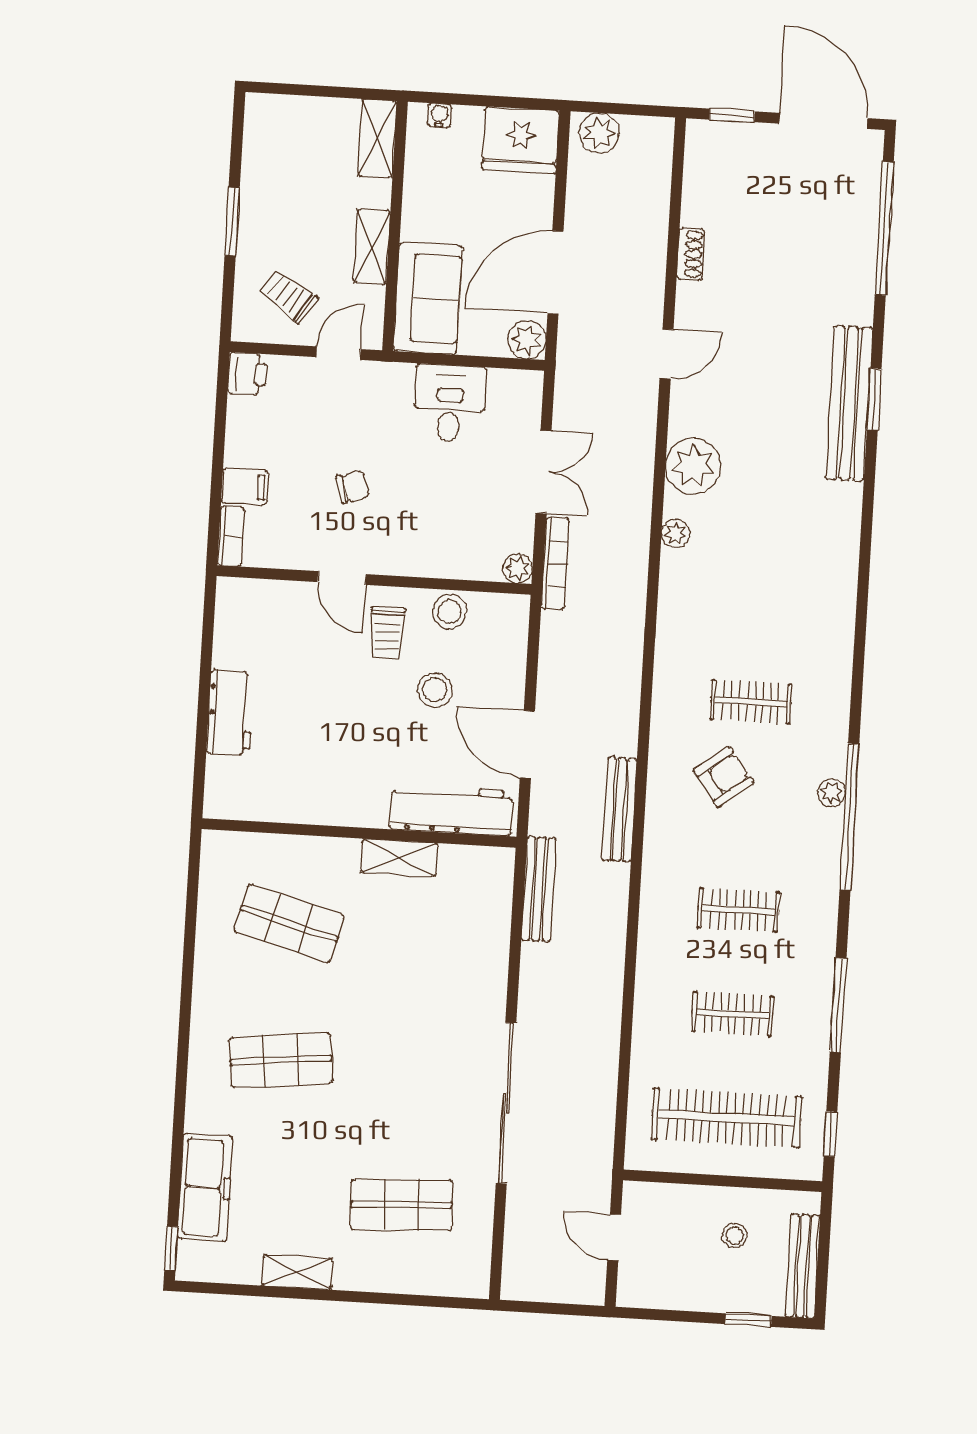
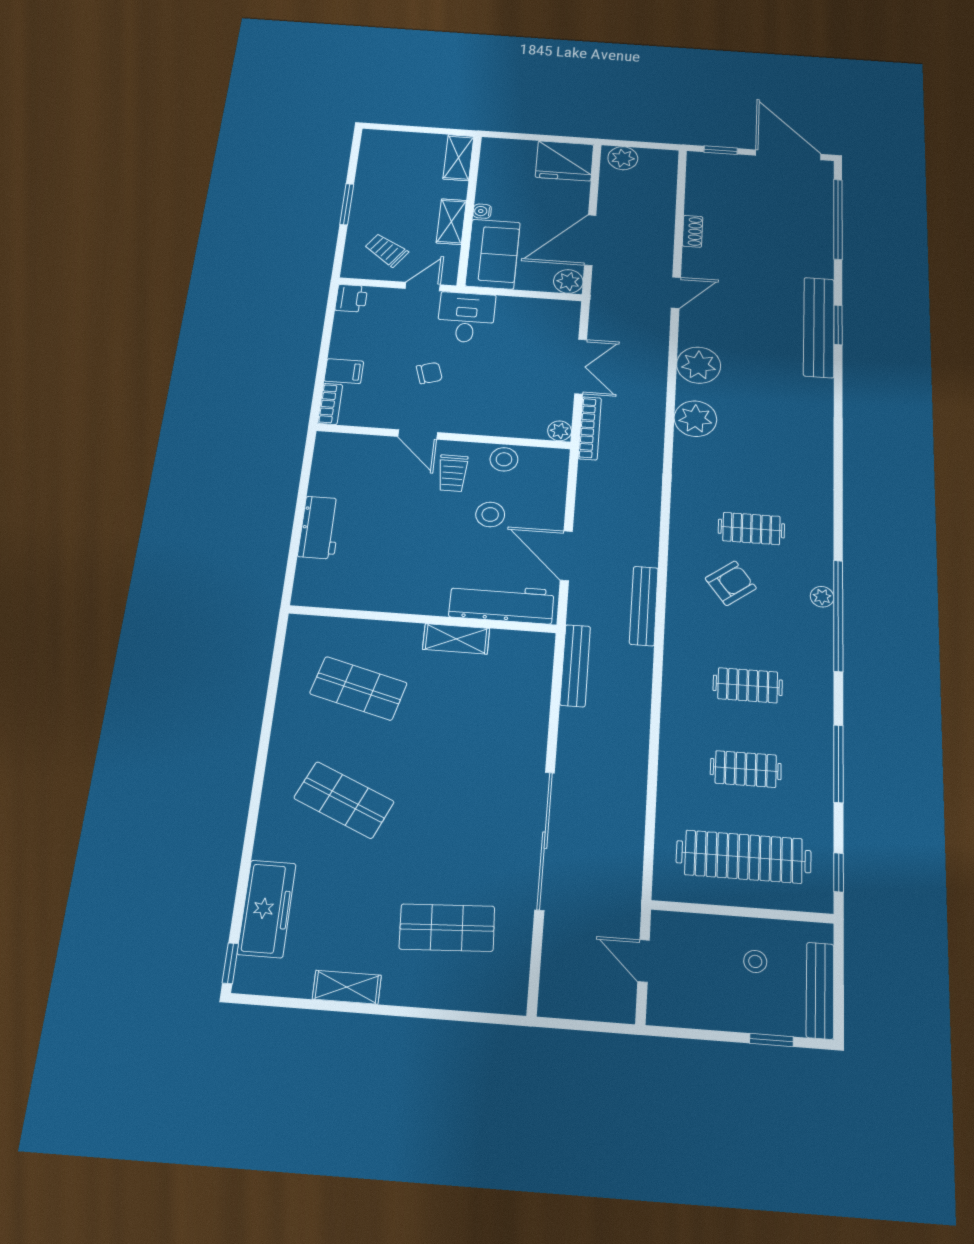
water cooler: (439, 115) -> (482, 211), moved, turned -90
desk: (450, 403) -> (466, 317), moved
plant: (675, 533) -> (695, 419), width x1.88, depth x1.88
shop shelf: (281, 1060) -> (344, 800), turned 30

